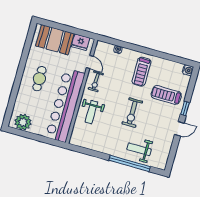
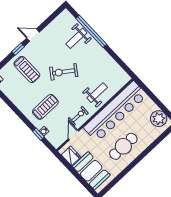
window: (121, 44) -> (38, 134), added
treadmill: (141, 72) -> (45, 107), moved
cafe table: (39, 79) -> (123, 146), width x1.37, depth x1.35
exercise bike: (132, 113) -> (64, 72), turned -145
weight bench: (139, 149) -> (76, 38), turned 90

